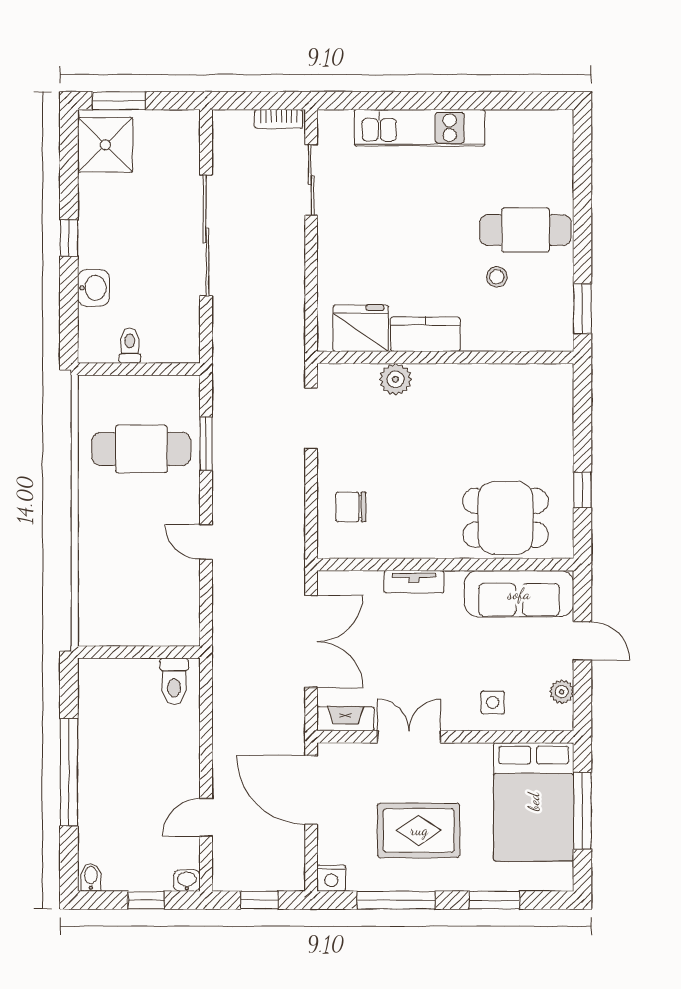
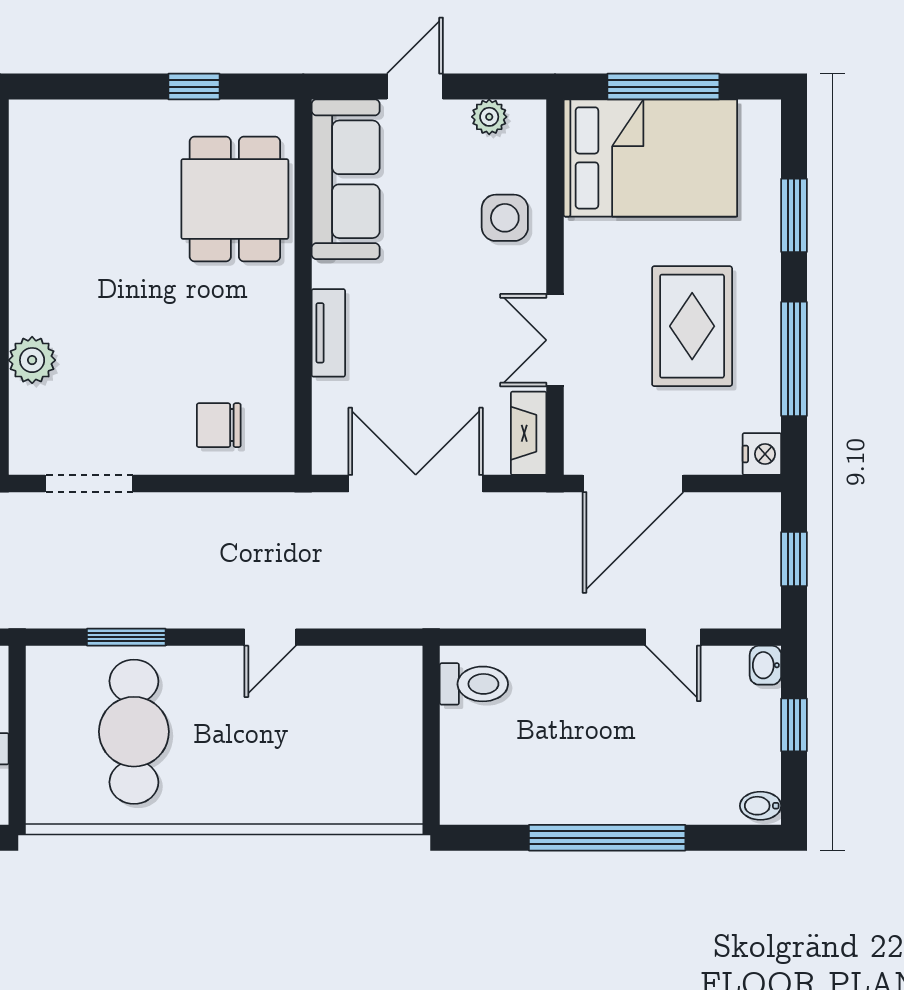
chair: (351, 507) -> (219, 425), turned 90
side table: (493, 702) -> (505, 218), width x1.37, depth x1.37

